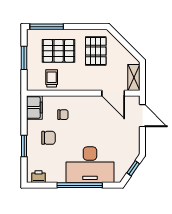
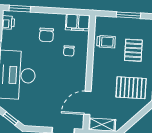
pallet: (59, 51) -> (133, 50), width x0.67, depth x0.71
window: (24, 146) -> (20, 9), moved

